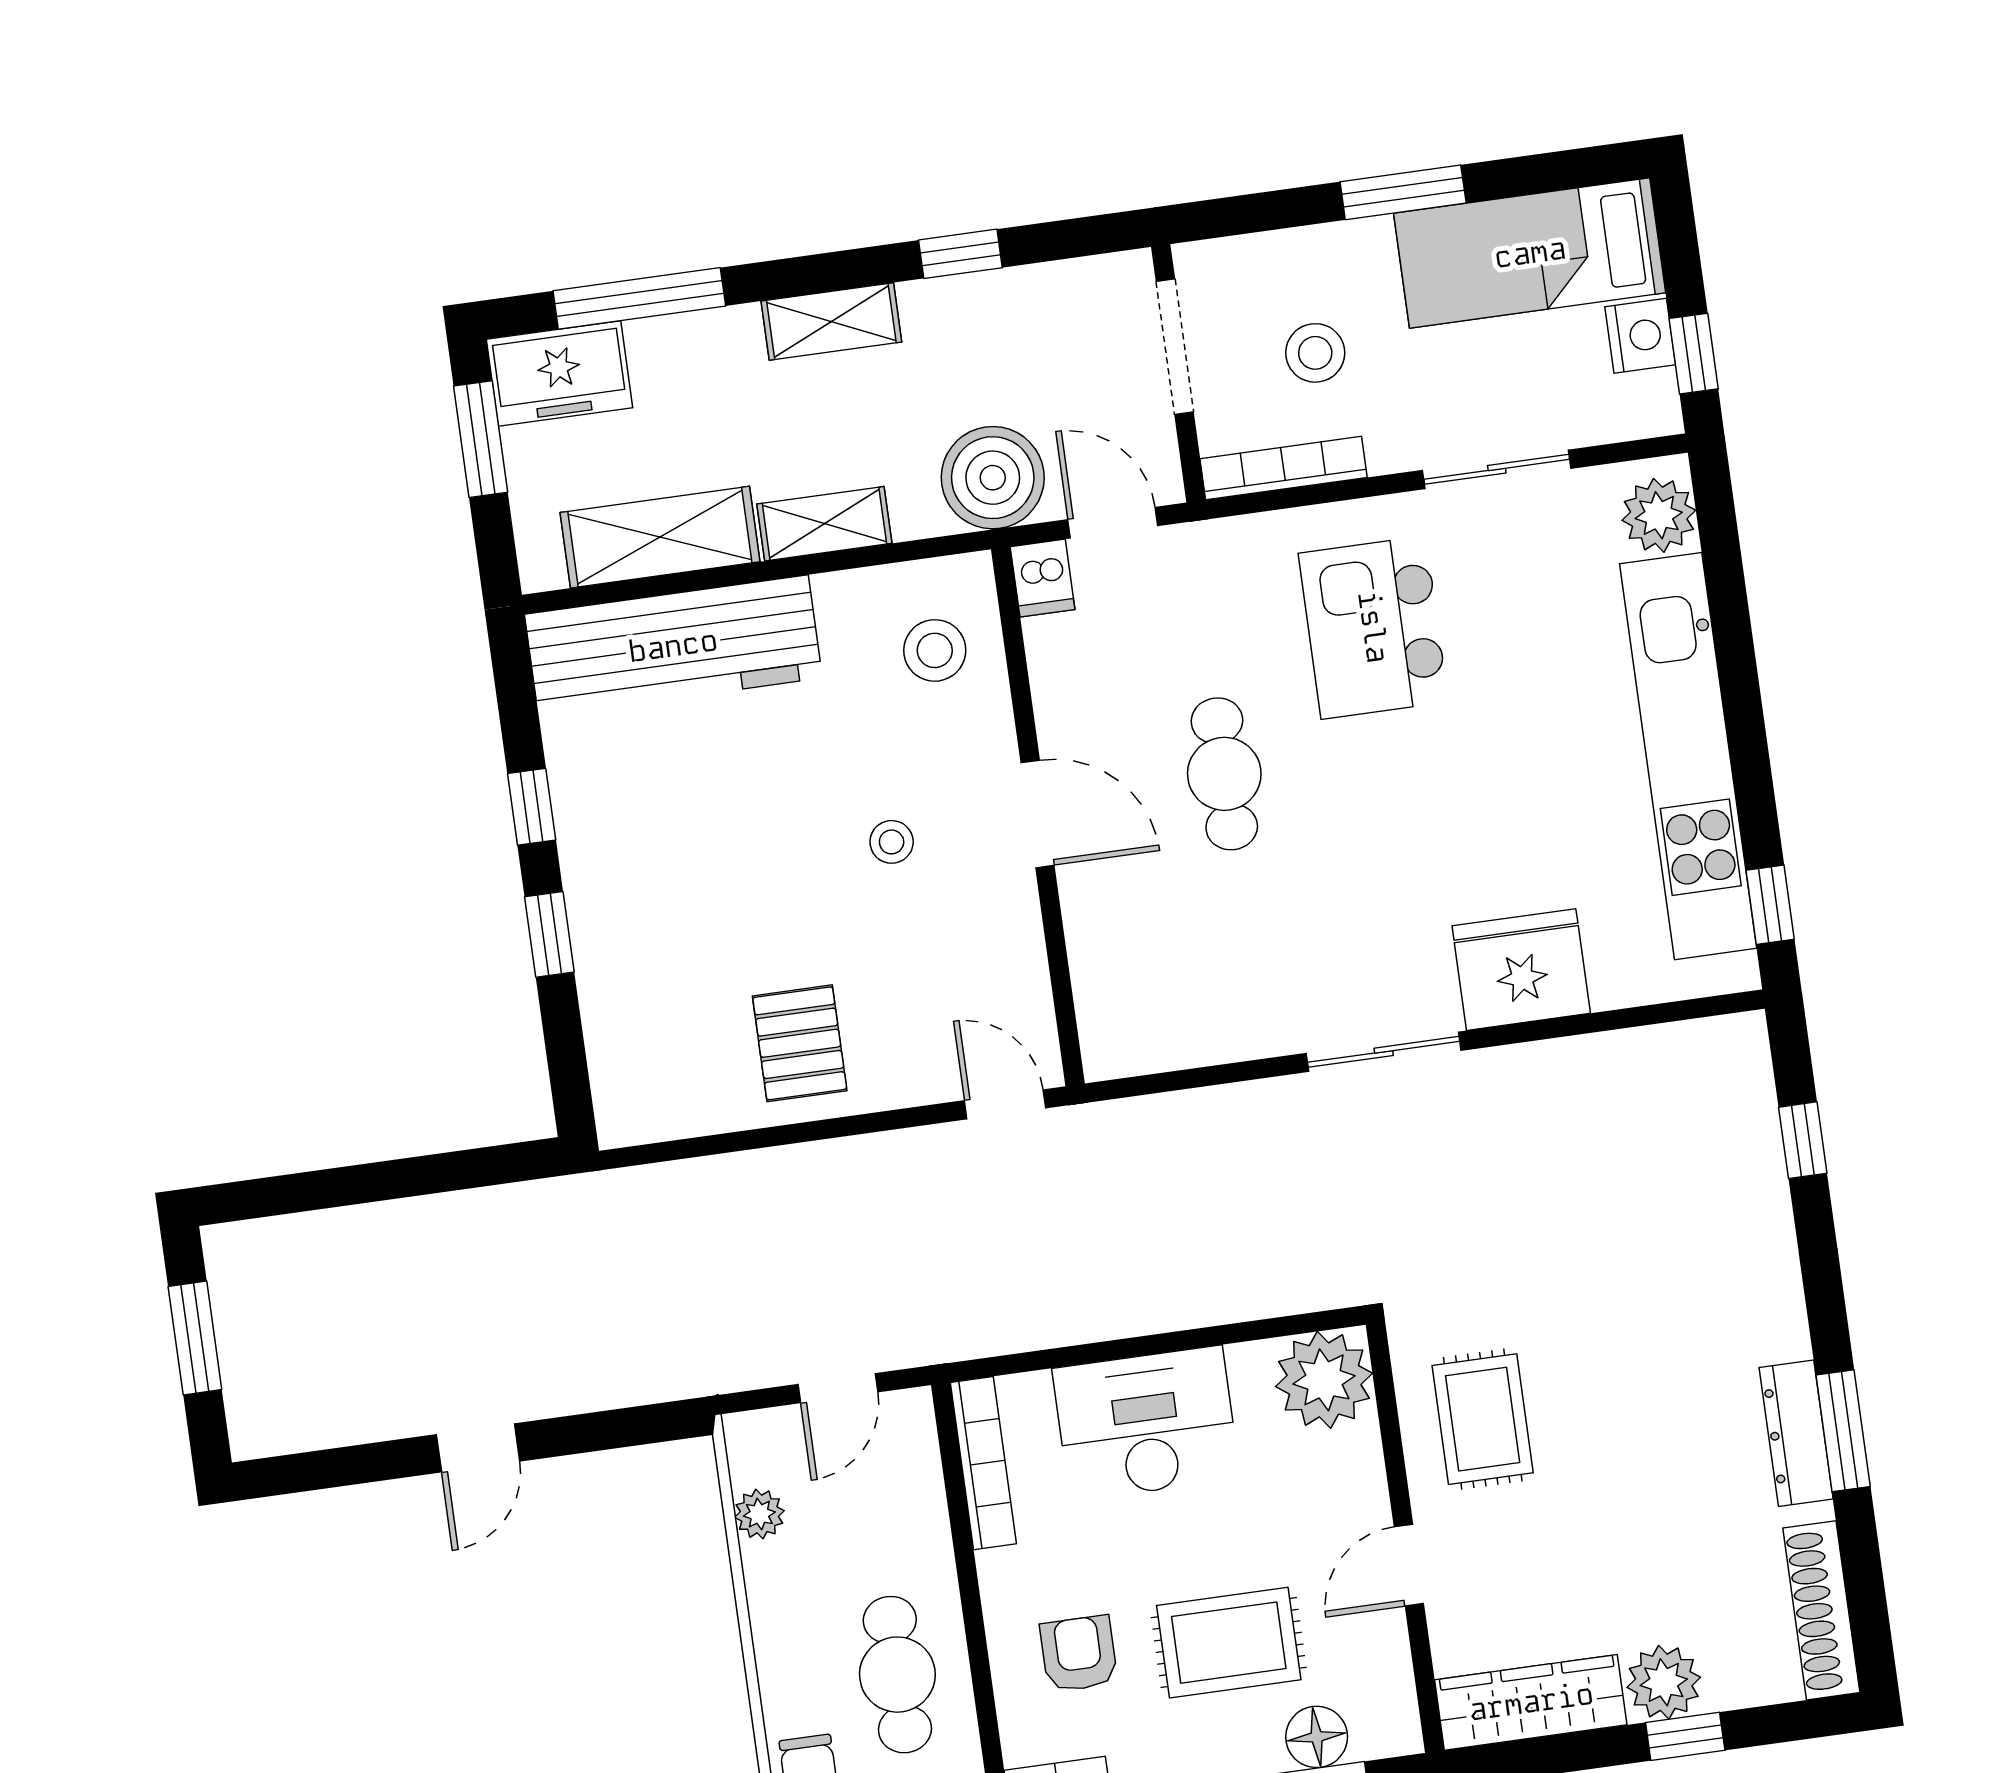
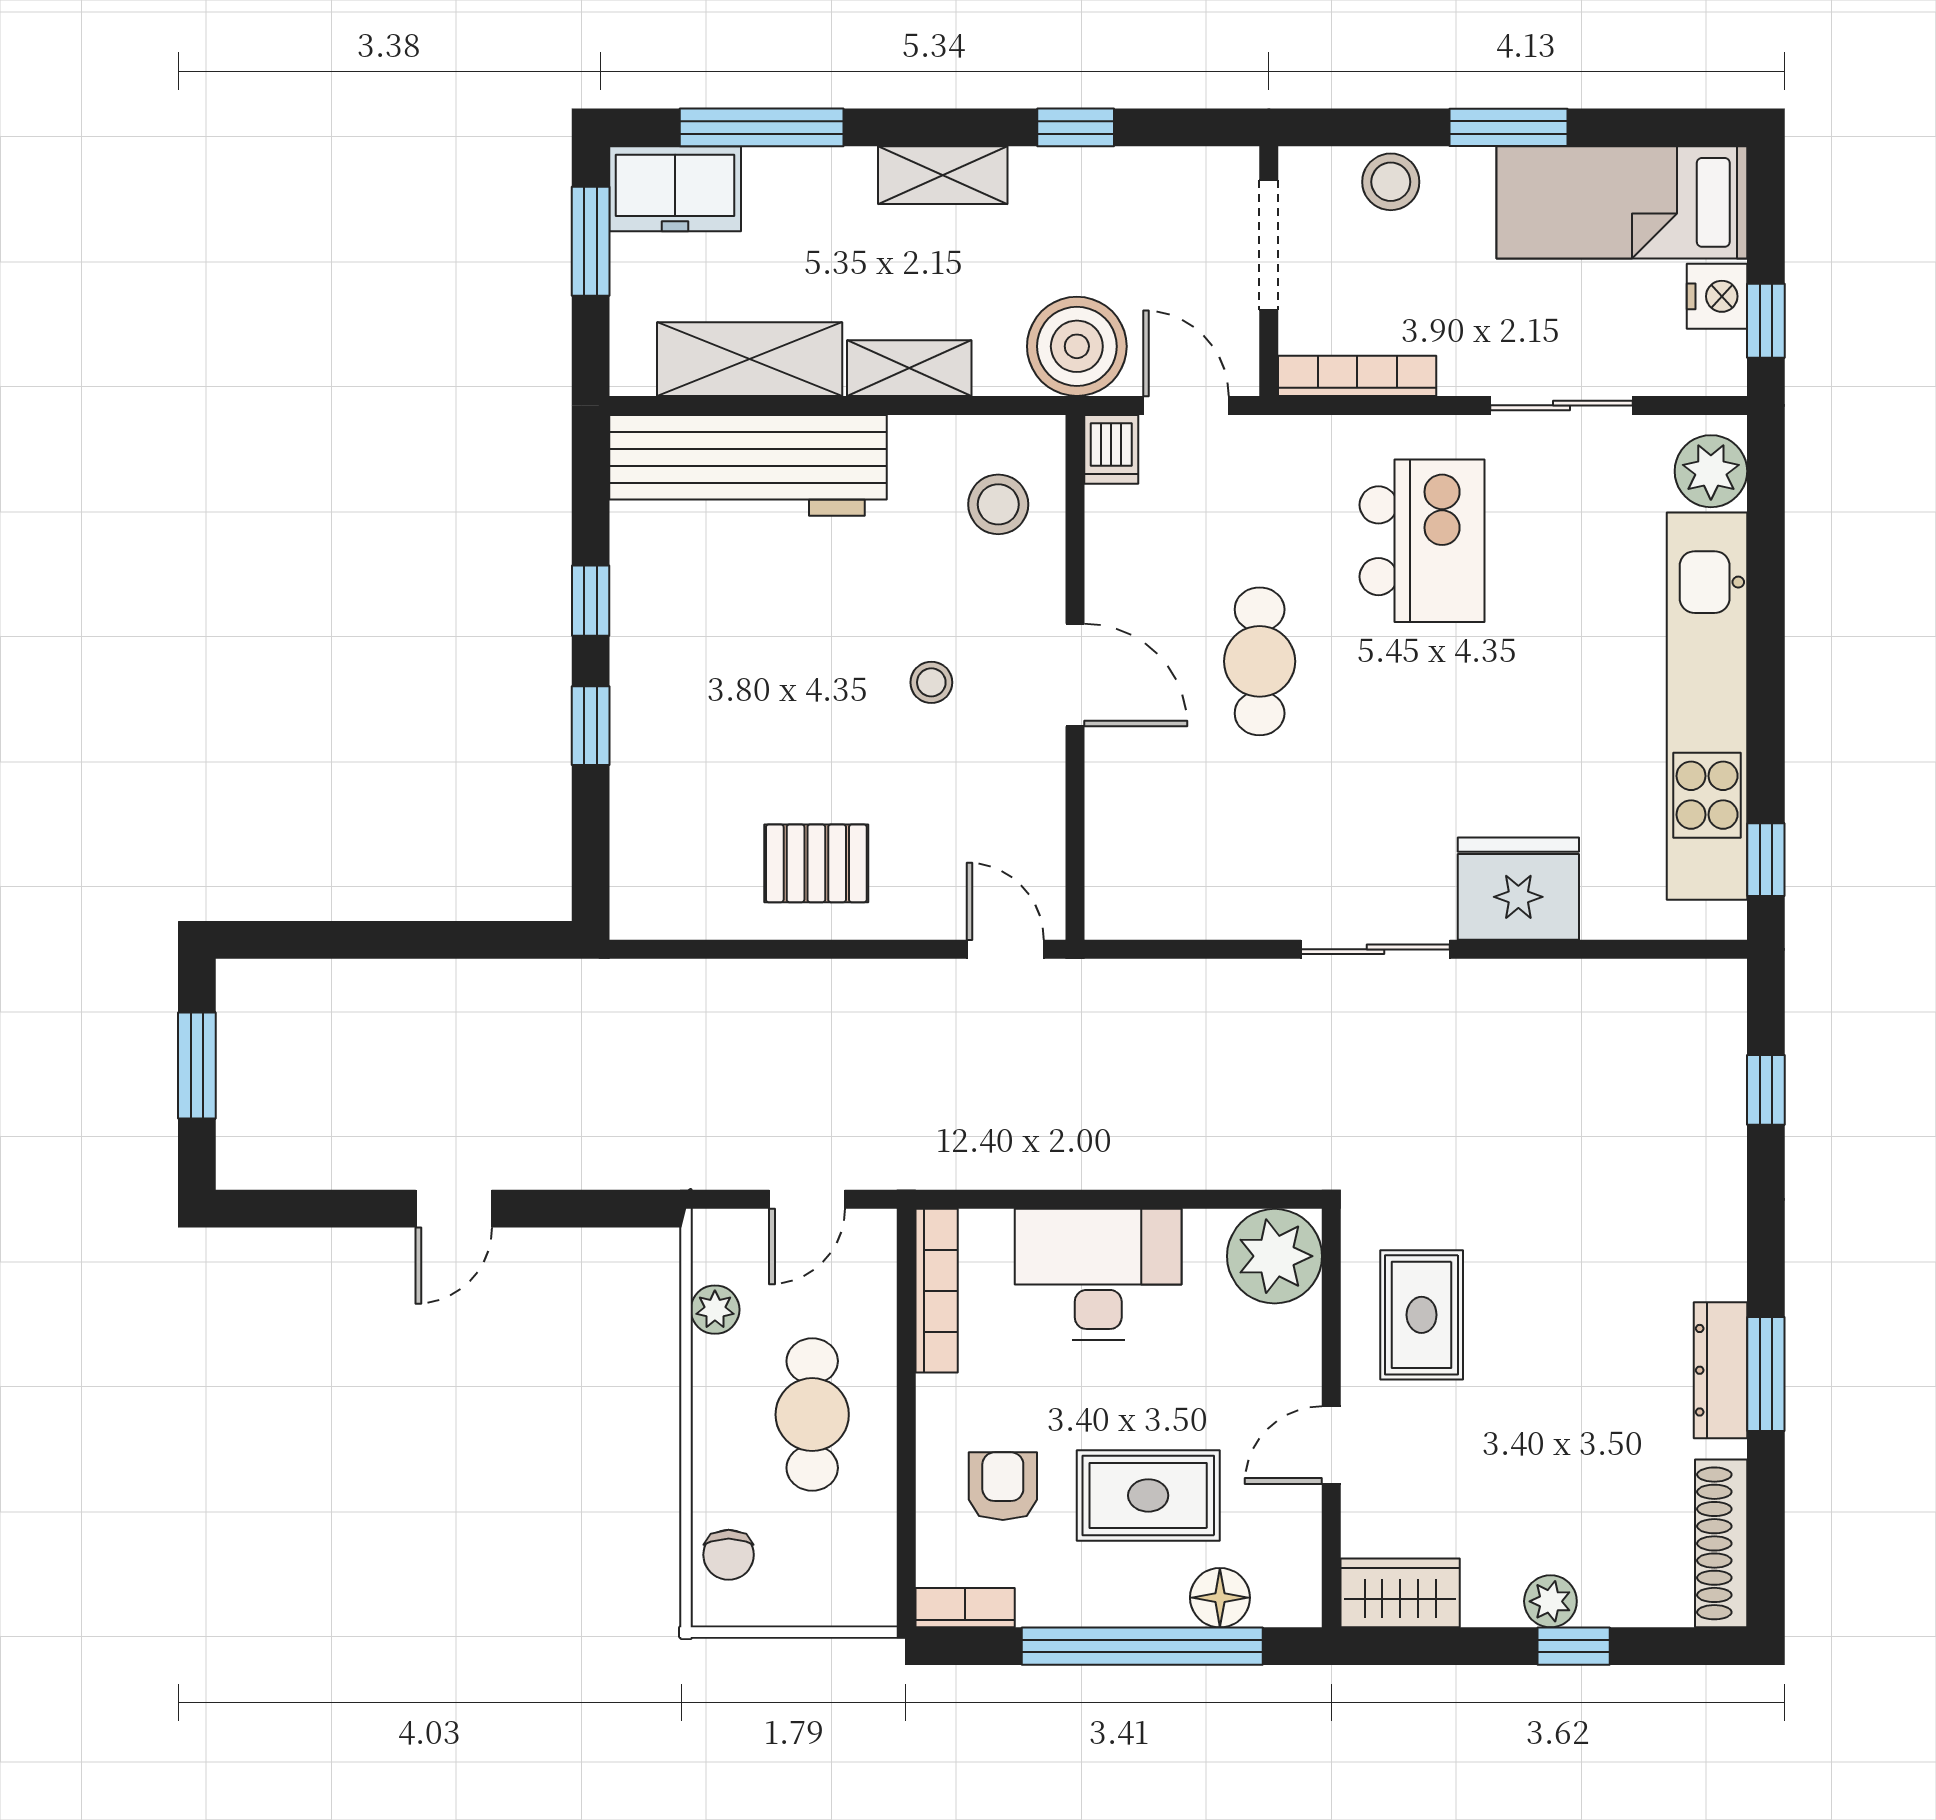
stool: (1315, 353) -> (1391, 182), moved
kitchen island: (1373, 627) -> (1422, 541), turned 180
pallet: (800, 1043) -> (816, 863), turned 90
cafe table: (897, 1675) -> (812, 1415), moved
plant: (1664, 1682) -> (1550, 1601), width x0.73, depth x0.73
wardrobe: (1531, 1702) -> (1400, 1593), width x0.67

